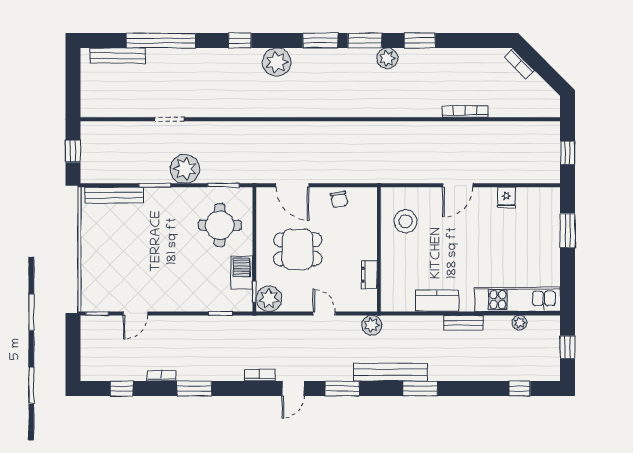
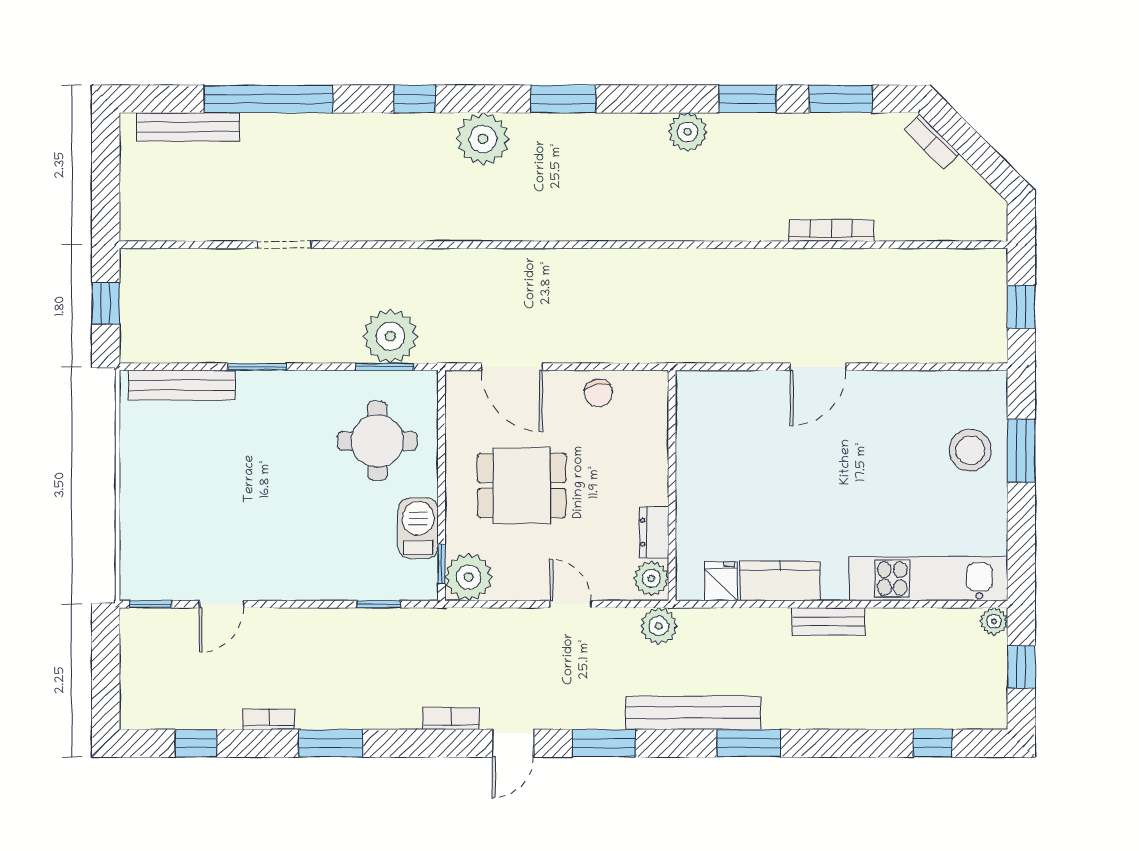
window: (365, 41) -> (841, 99), moved
plant: (185, 169) -> (390, 336), moved
fridge: (506, 198) -> (721, 581), moved, turned 180
stool: (405, 221) -> (970, 450), moved
plant: (368, 300) -> (651, 578), added
plant: (519, 323) -> (994, 621), moved

